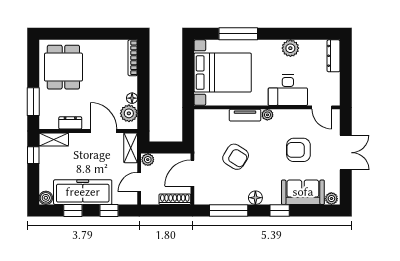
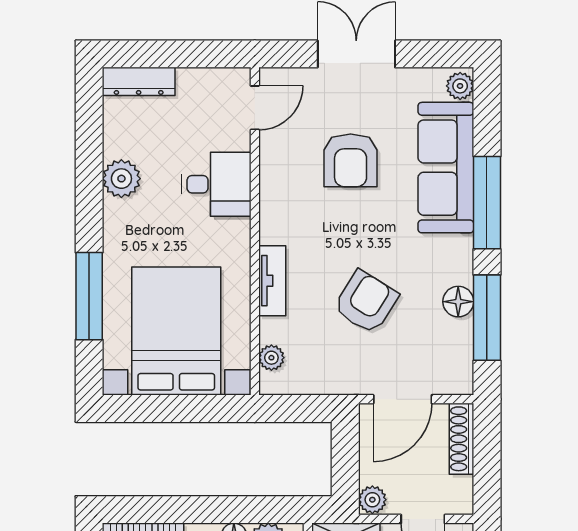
desk: (288, 90) -> (216, 184), width x0.73
plant: (267, 115) -> (271, 358), moved
door: (192, 173) -> (403, 399), hinge flipped
sofa: (303, 192) -> (446, 168), width x1.36
floor lamp: (255, 198) -> (458, 302), moved
window: (280, 210) -> (487, 203), width x2.17

